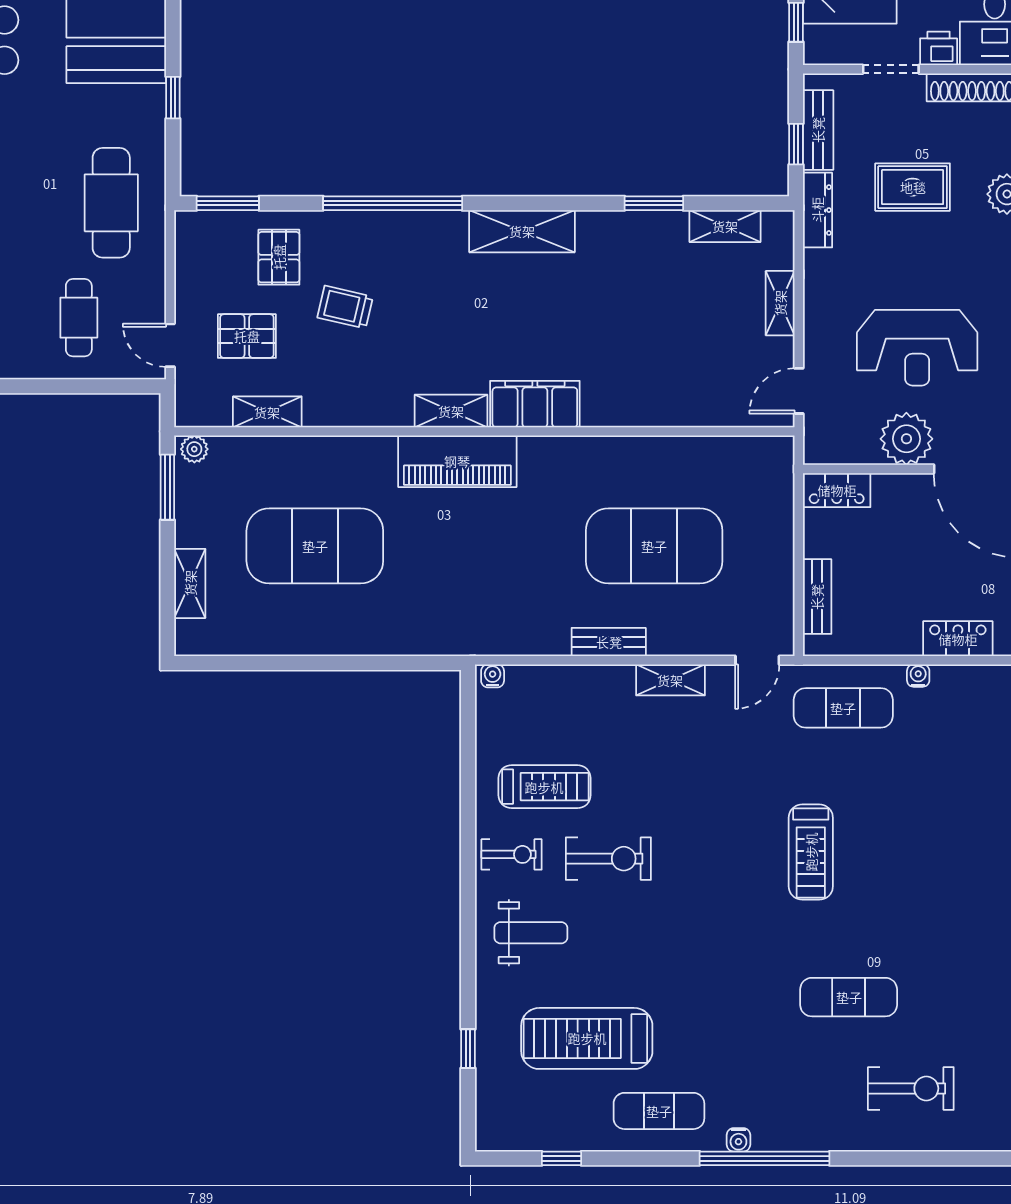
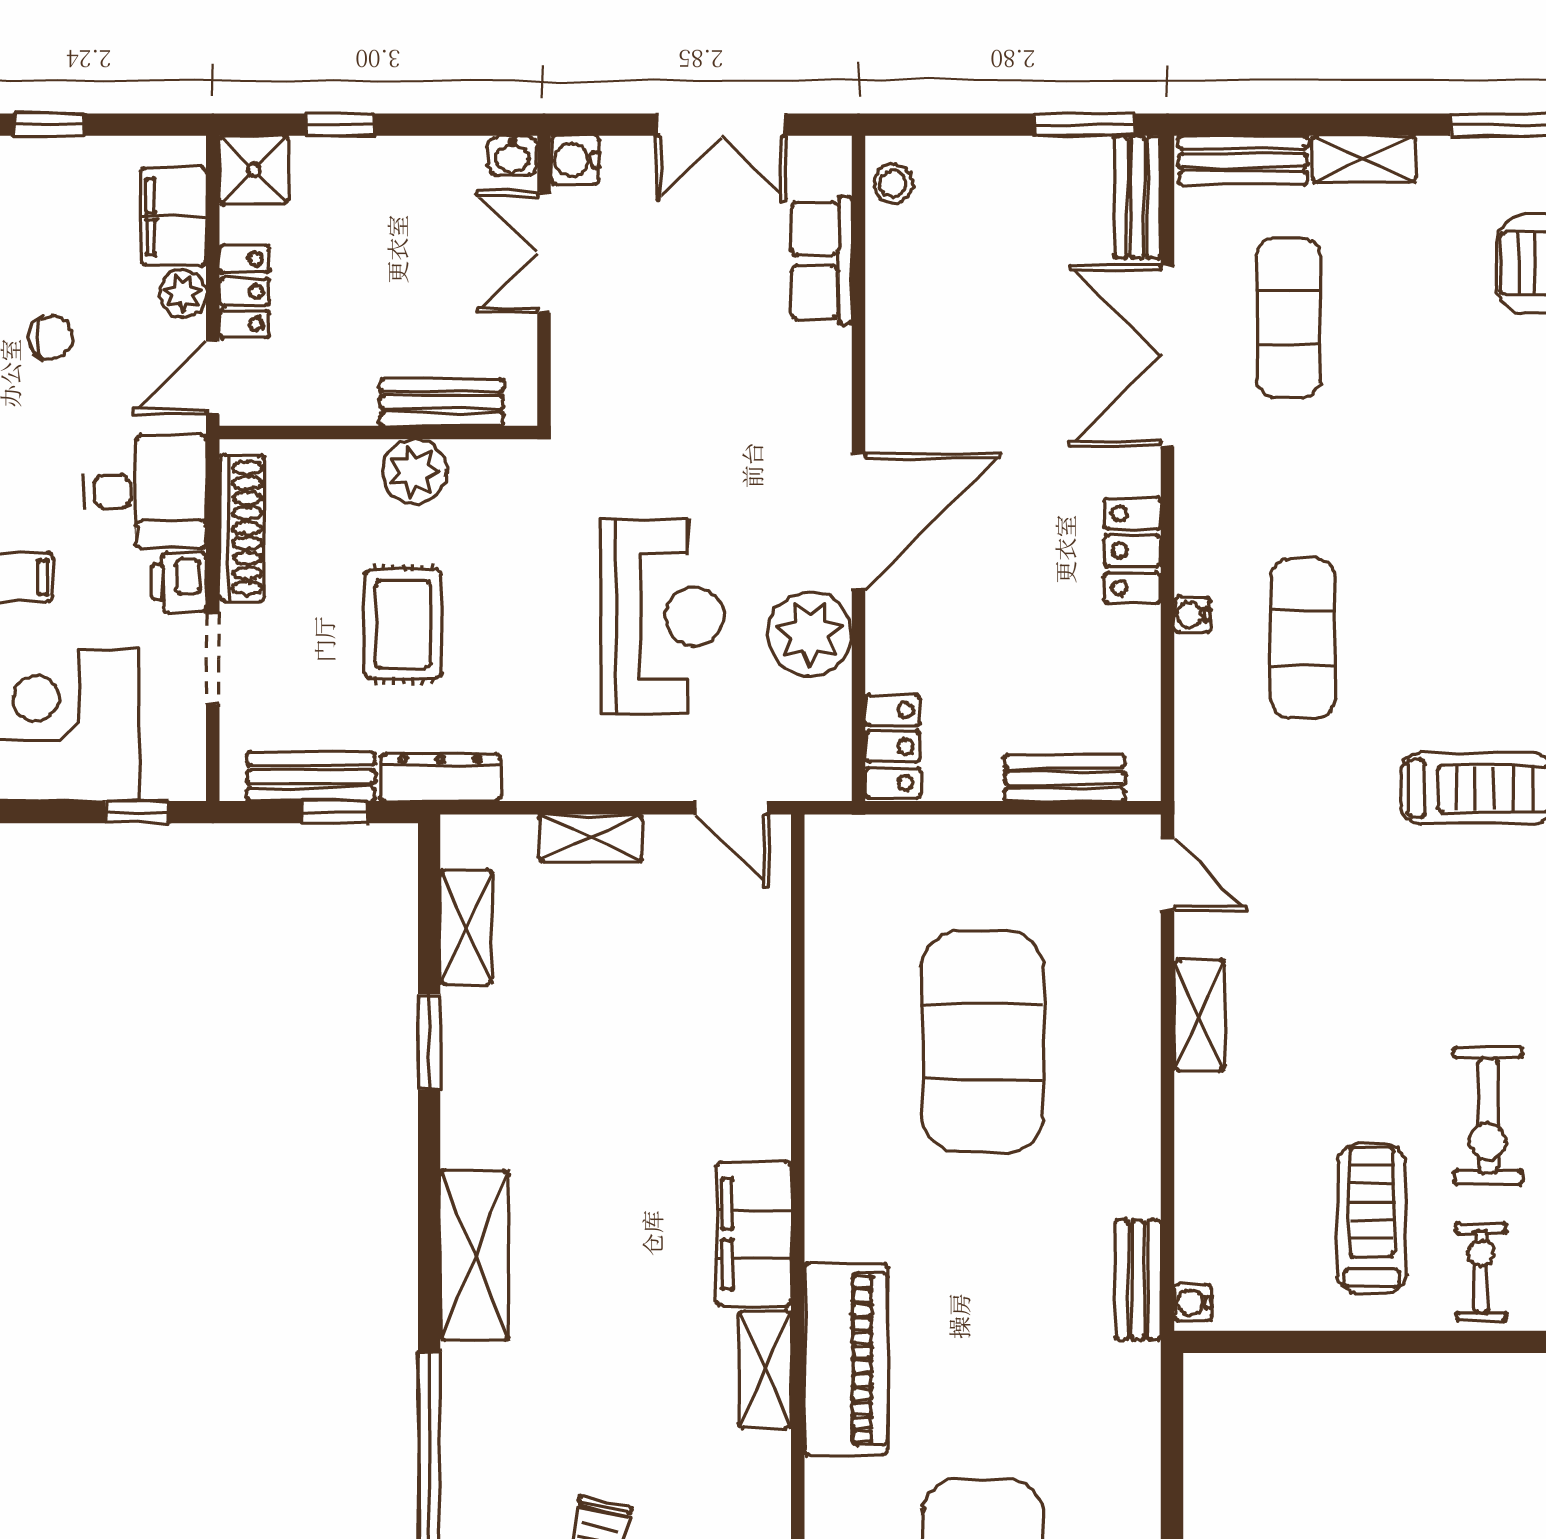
bench: (609, 642) -> (1138, 1280), moved
exercise mat: (843, 708) -> (1303, 638), moved
exercise bike: (608, 859) -> (1488, 1115), turned 180

